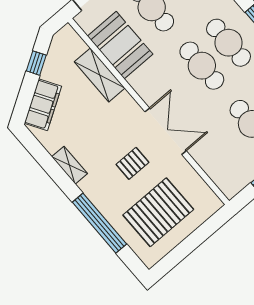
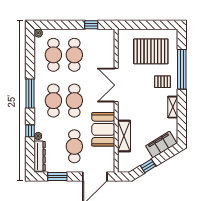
booth: (120, 45) -> (103, 129), moved
pallet: (132, 163) -> (163, 82), moved

